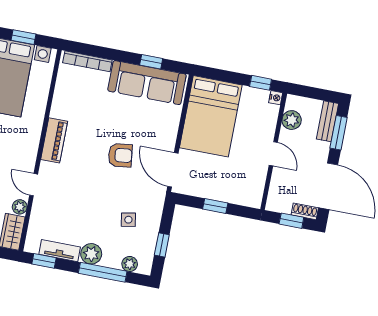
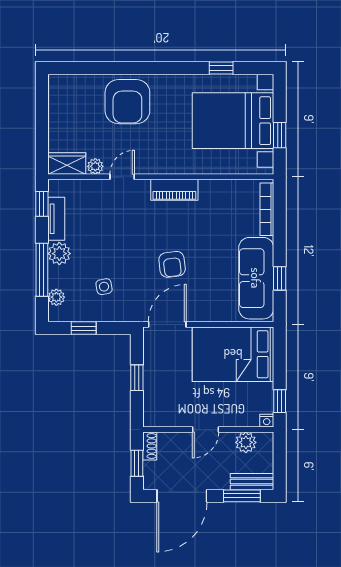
shoe rack: (305, 211) -> (150, 446), moved

